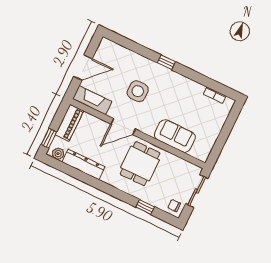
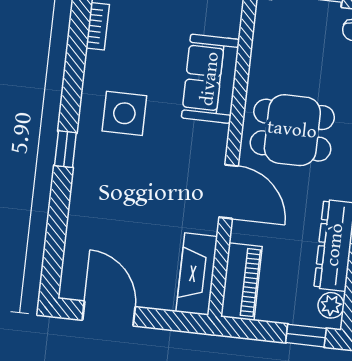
door: (83, 67) -> (109, 313), moved
side table: (138, 91) -> (124, 113), moved
piano: (69, 123) -> (241, 282), moved, turned 90

